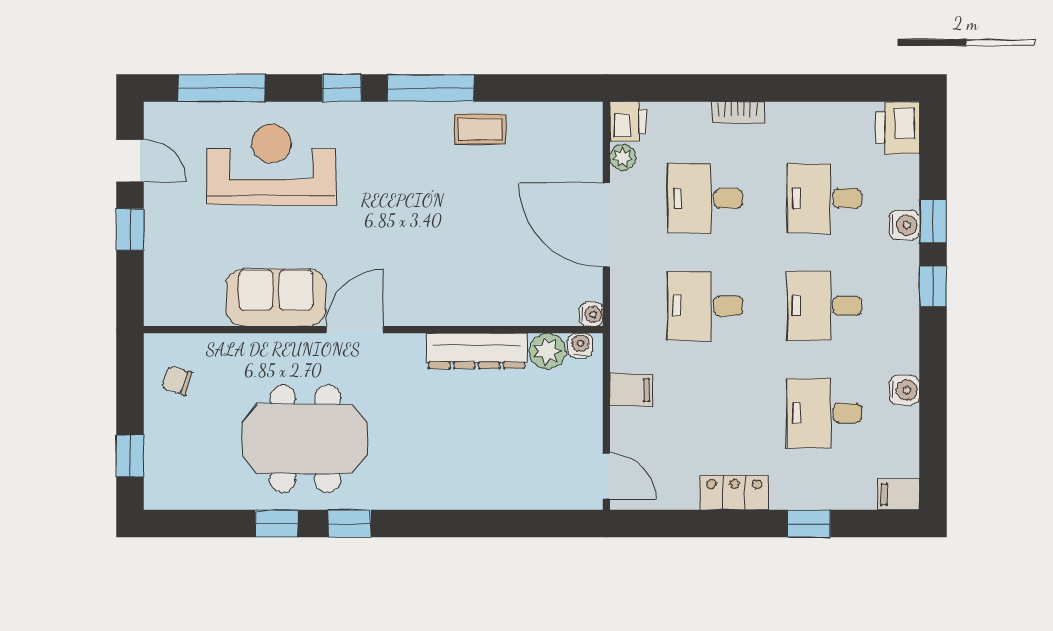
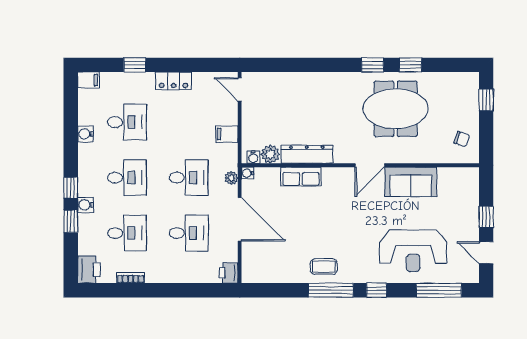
bookcase: (738, 112) -> (131, 278), moved
coffee table: (480, 129) -> (324, 267), moved
plant: (623, 157) -> (231, 178), moved
water cooler: (904, 225) -> (86, 205), moved
row of seats: (488, 308) -> (301, 177), added

